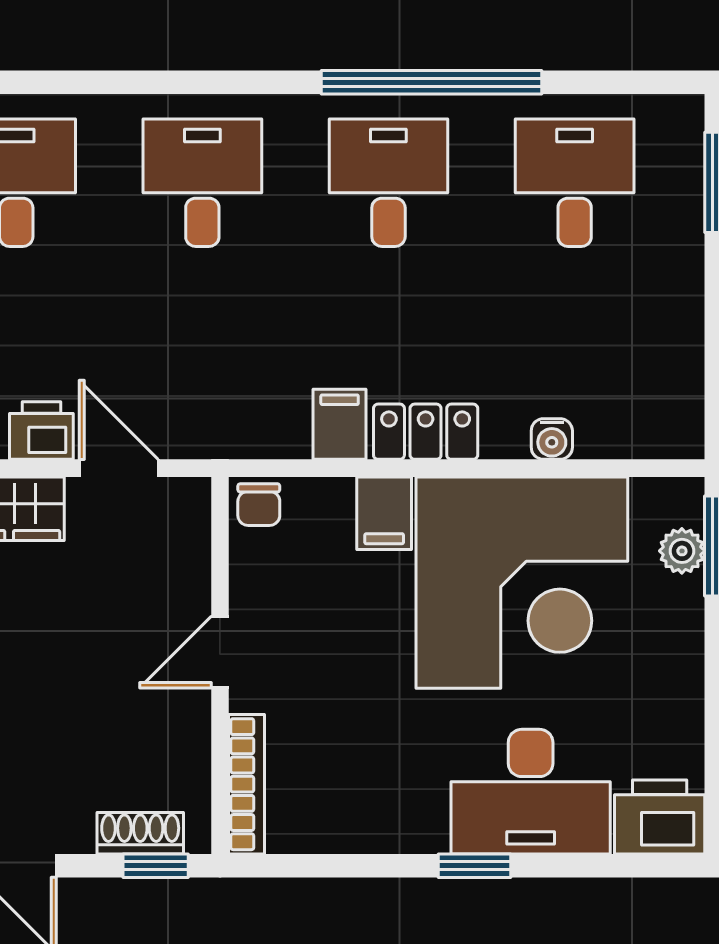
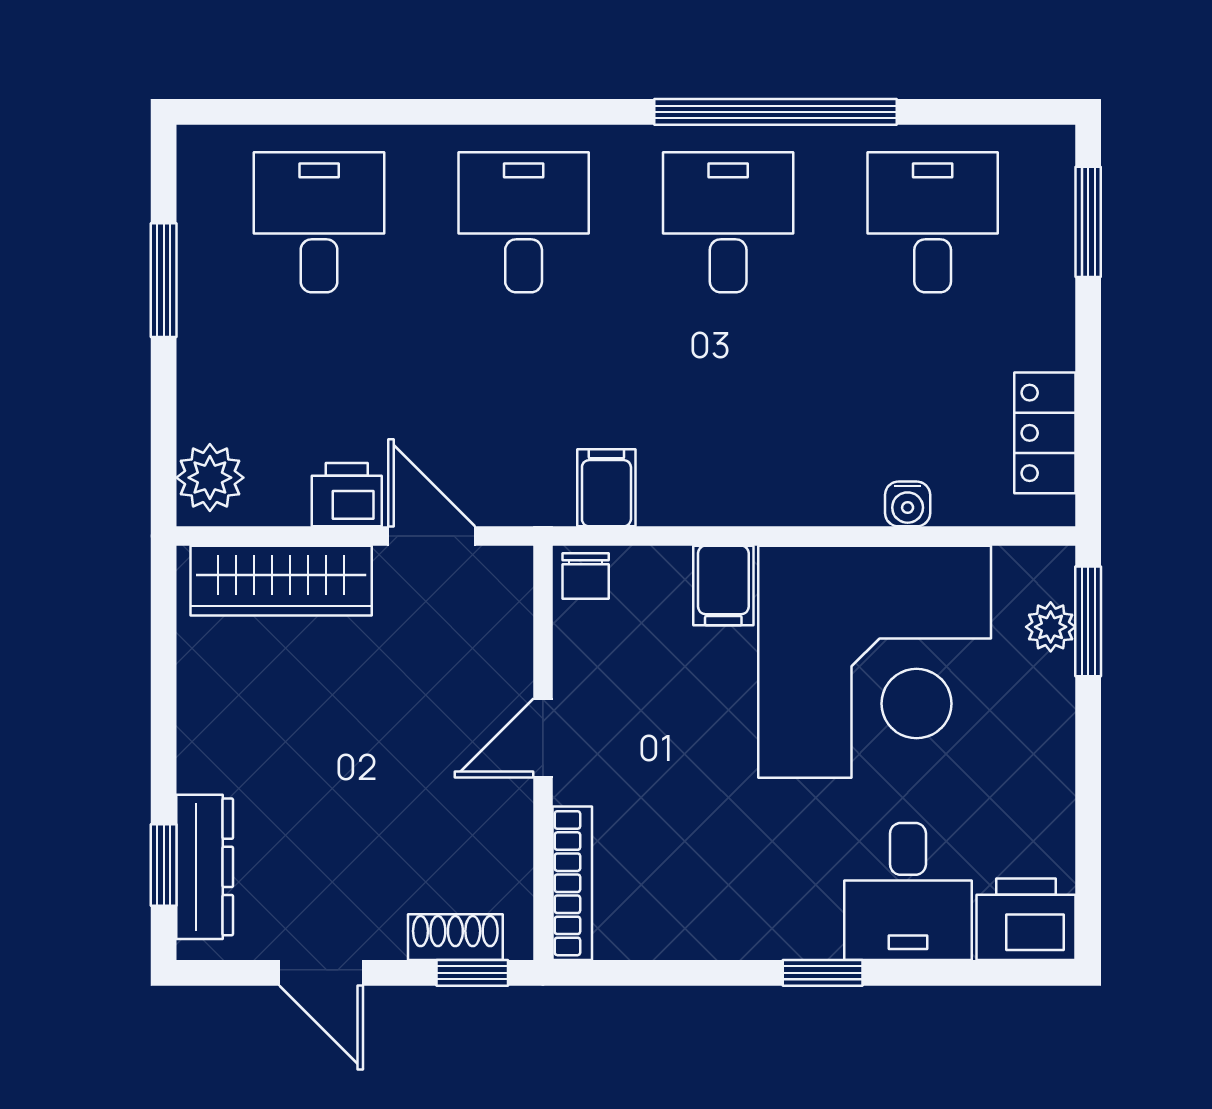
filing cabinet: (340, 424) -> (606, 488), moved
locker: (426, 432) -> (1045, 433), moved, turned -90
desk: (531, 792) -> (908, 891), width x0.73

